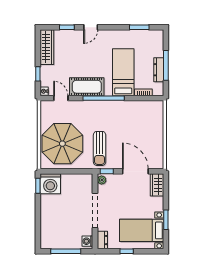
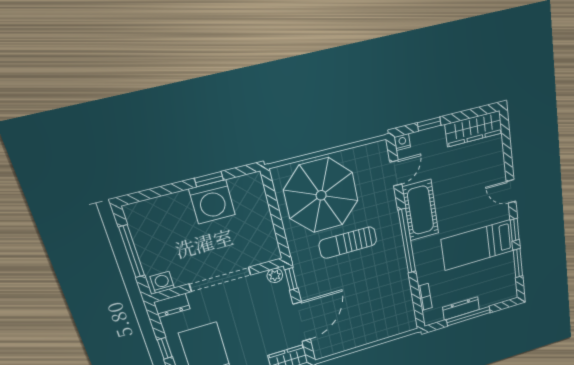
window: (67, 27) -> (515, 230), moved
bed: (123, 72) -> (478, 245), moved, turned 180
sun lounger: (100, 148) -> (348, 243), moved
washing machine: (50, 184) -> (212, 202), moved, turned -90
window: (38, 186) -> (209, 179), moved

